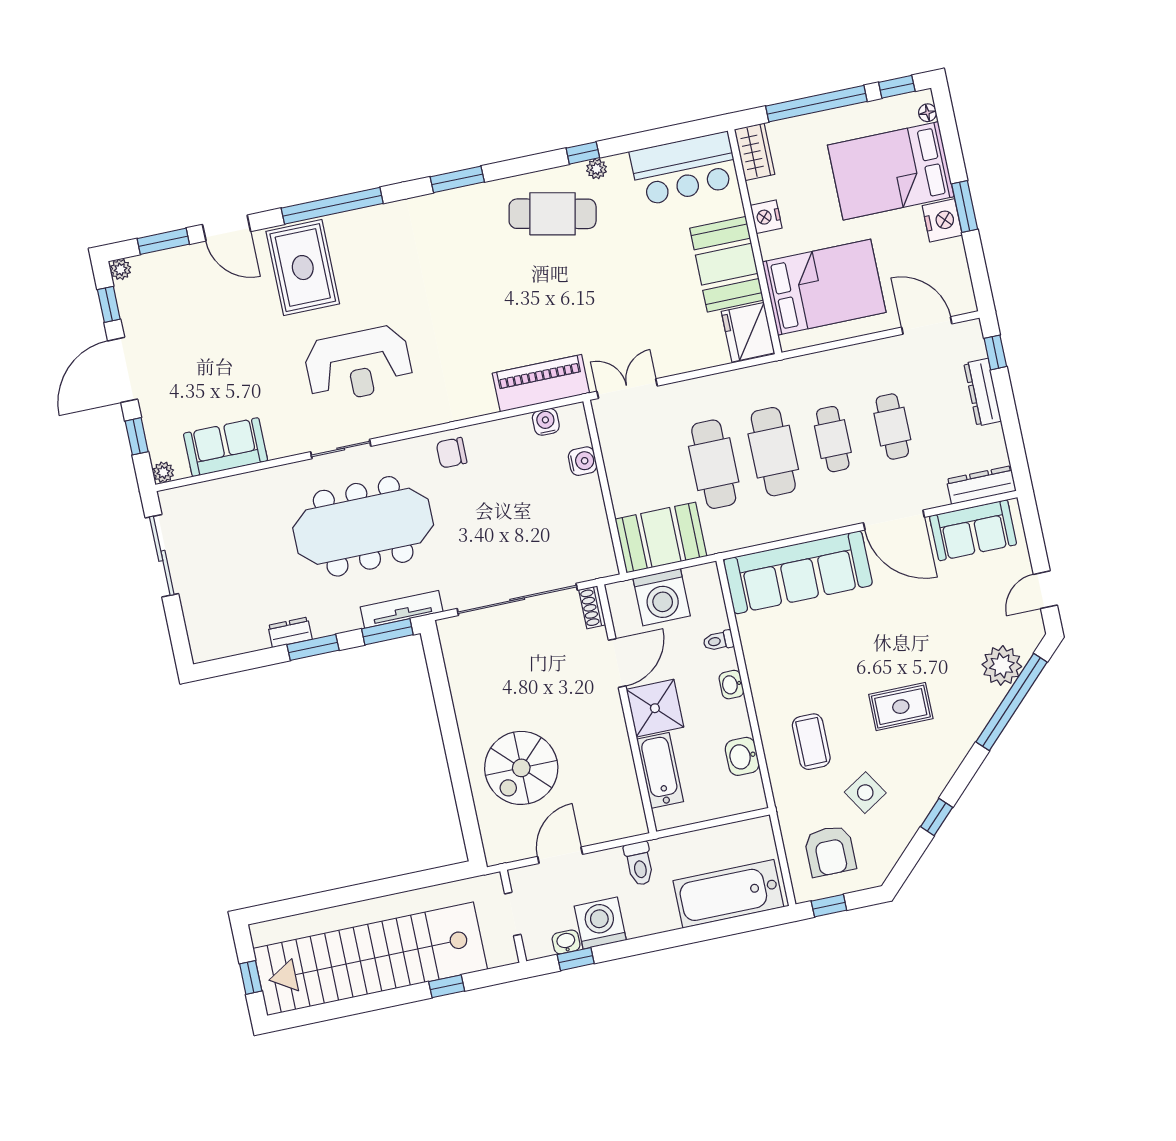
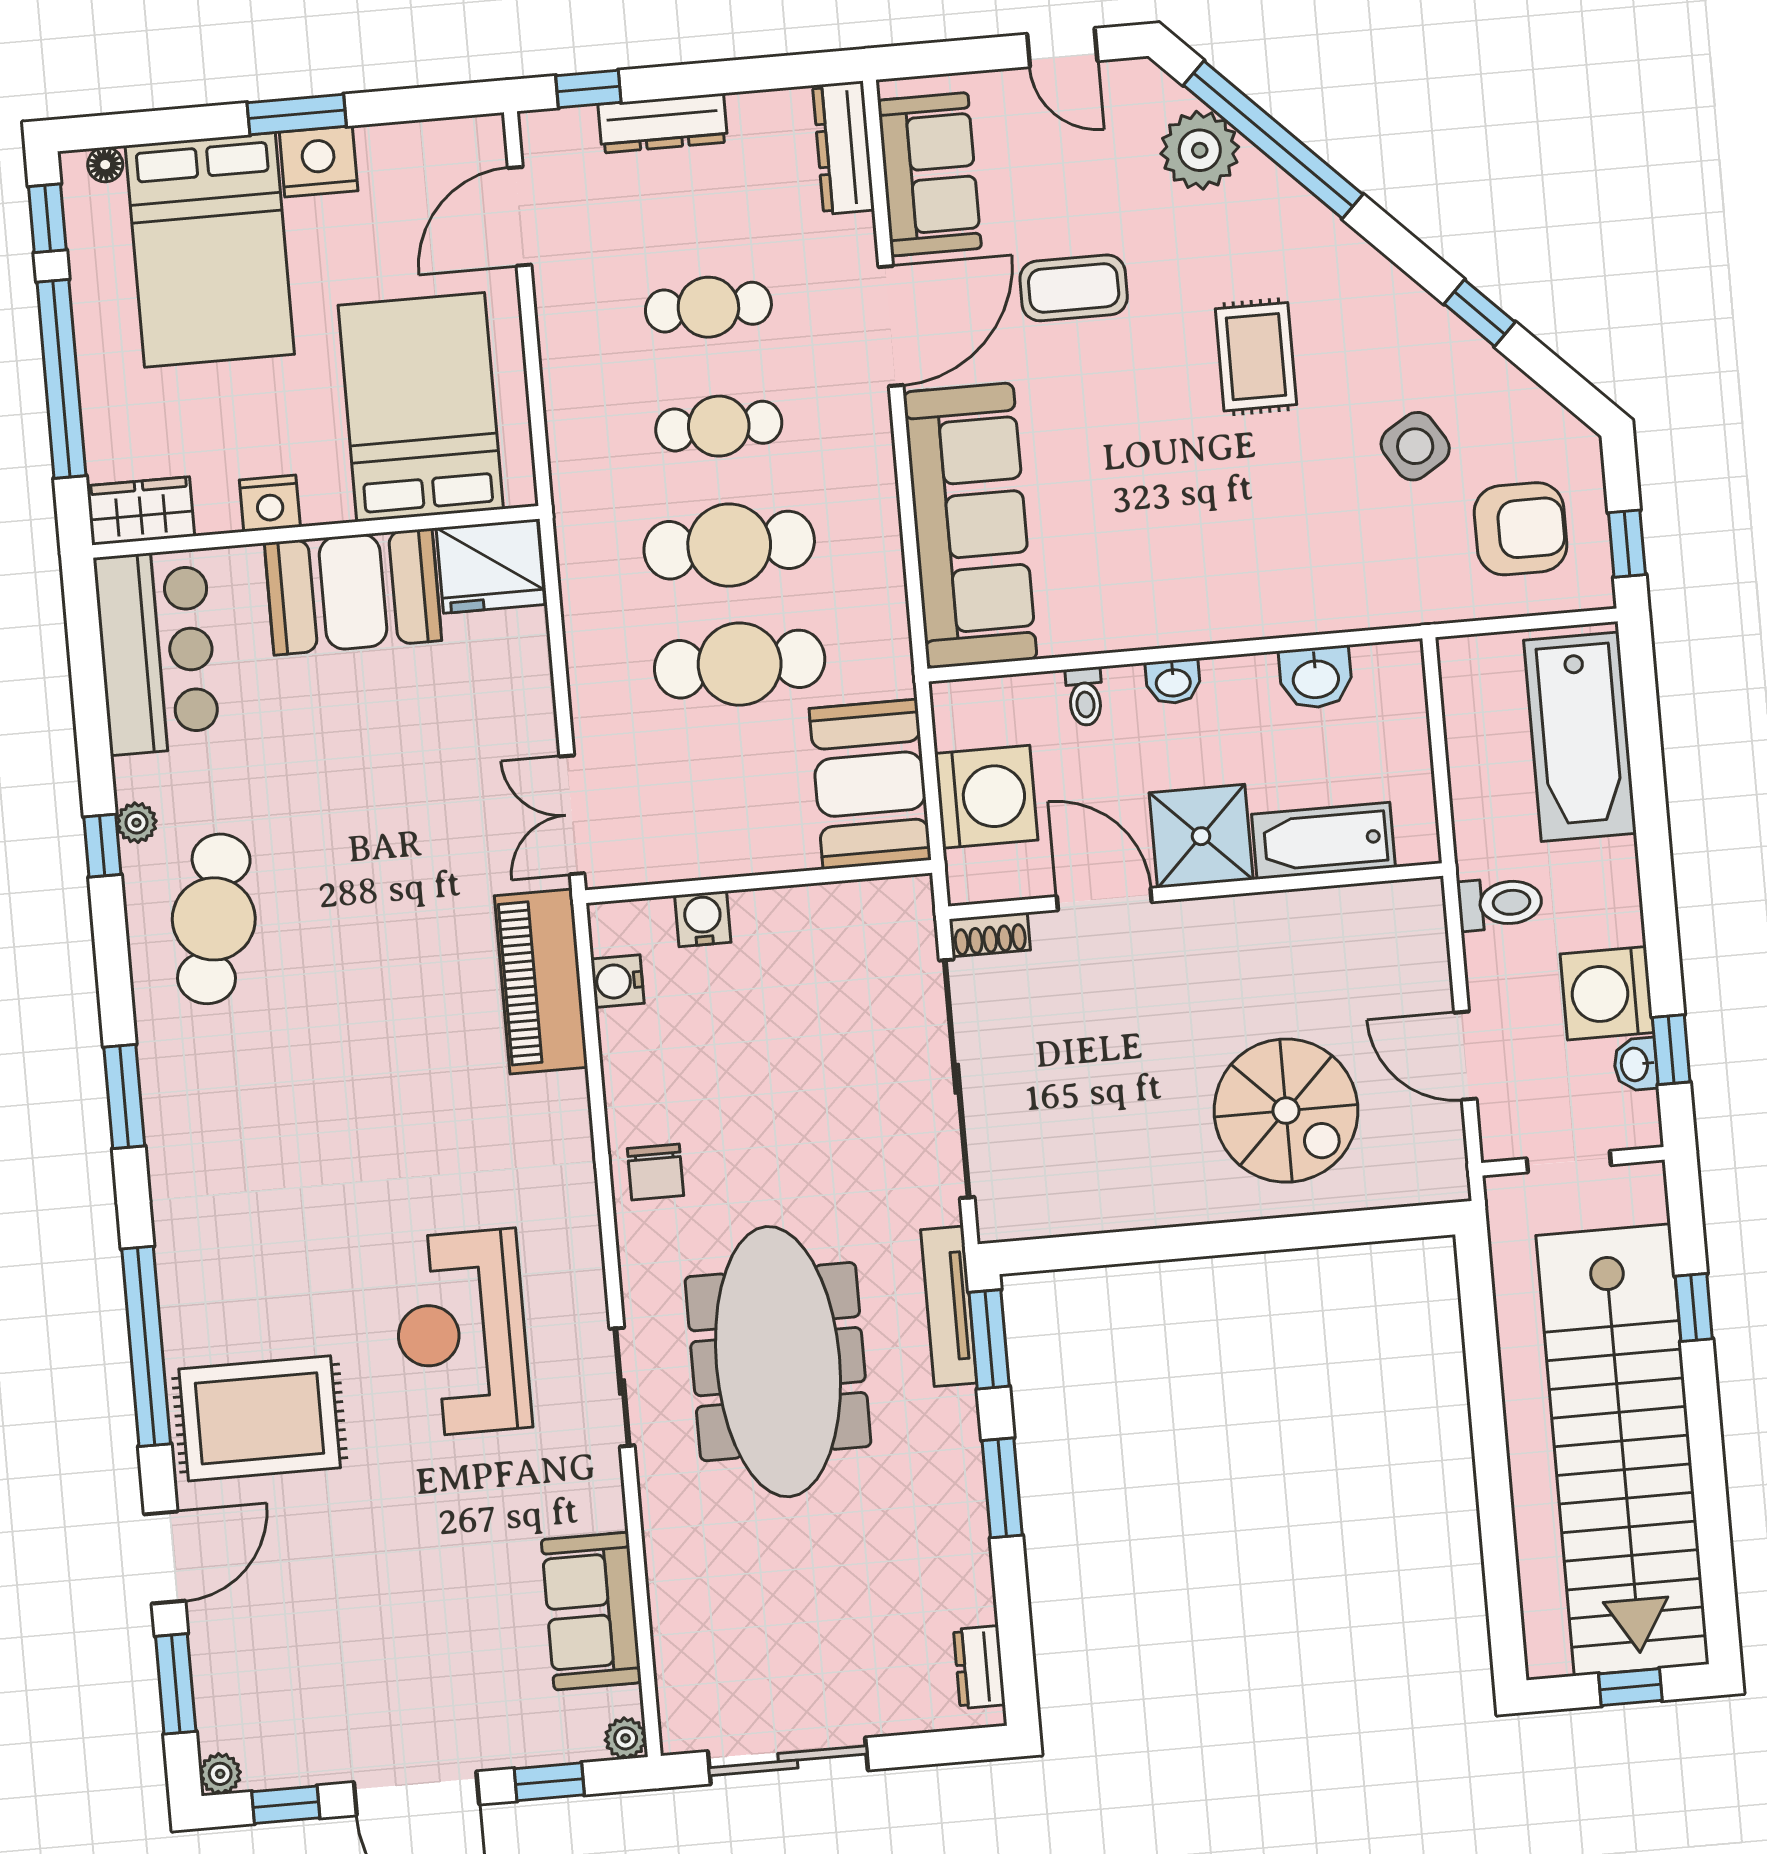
reception desk: (358, 364) -> (461, 1333), turned 180
dresser: (290, 632) -> (979, 1667), moved
coffee table: (811, 742) -> (1074, 288), moved

